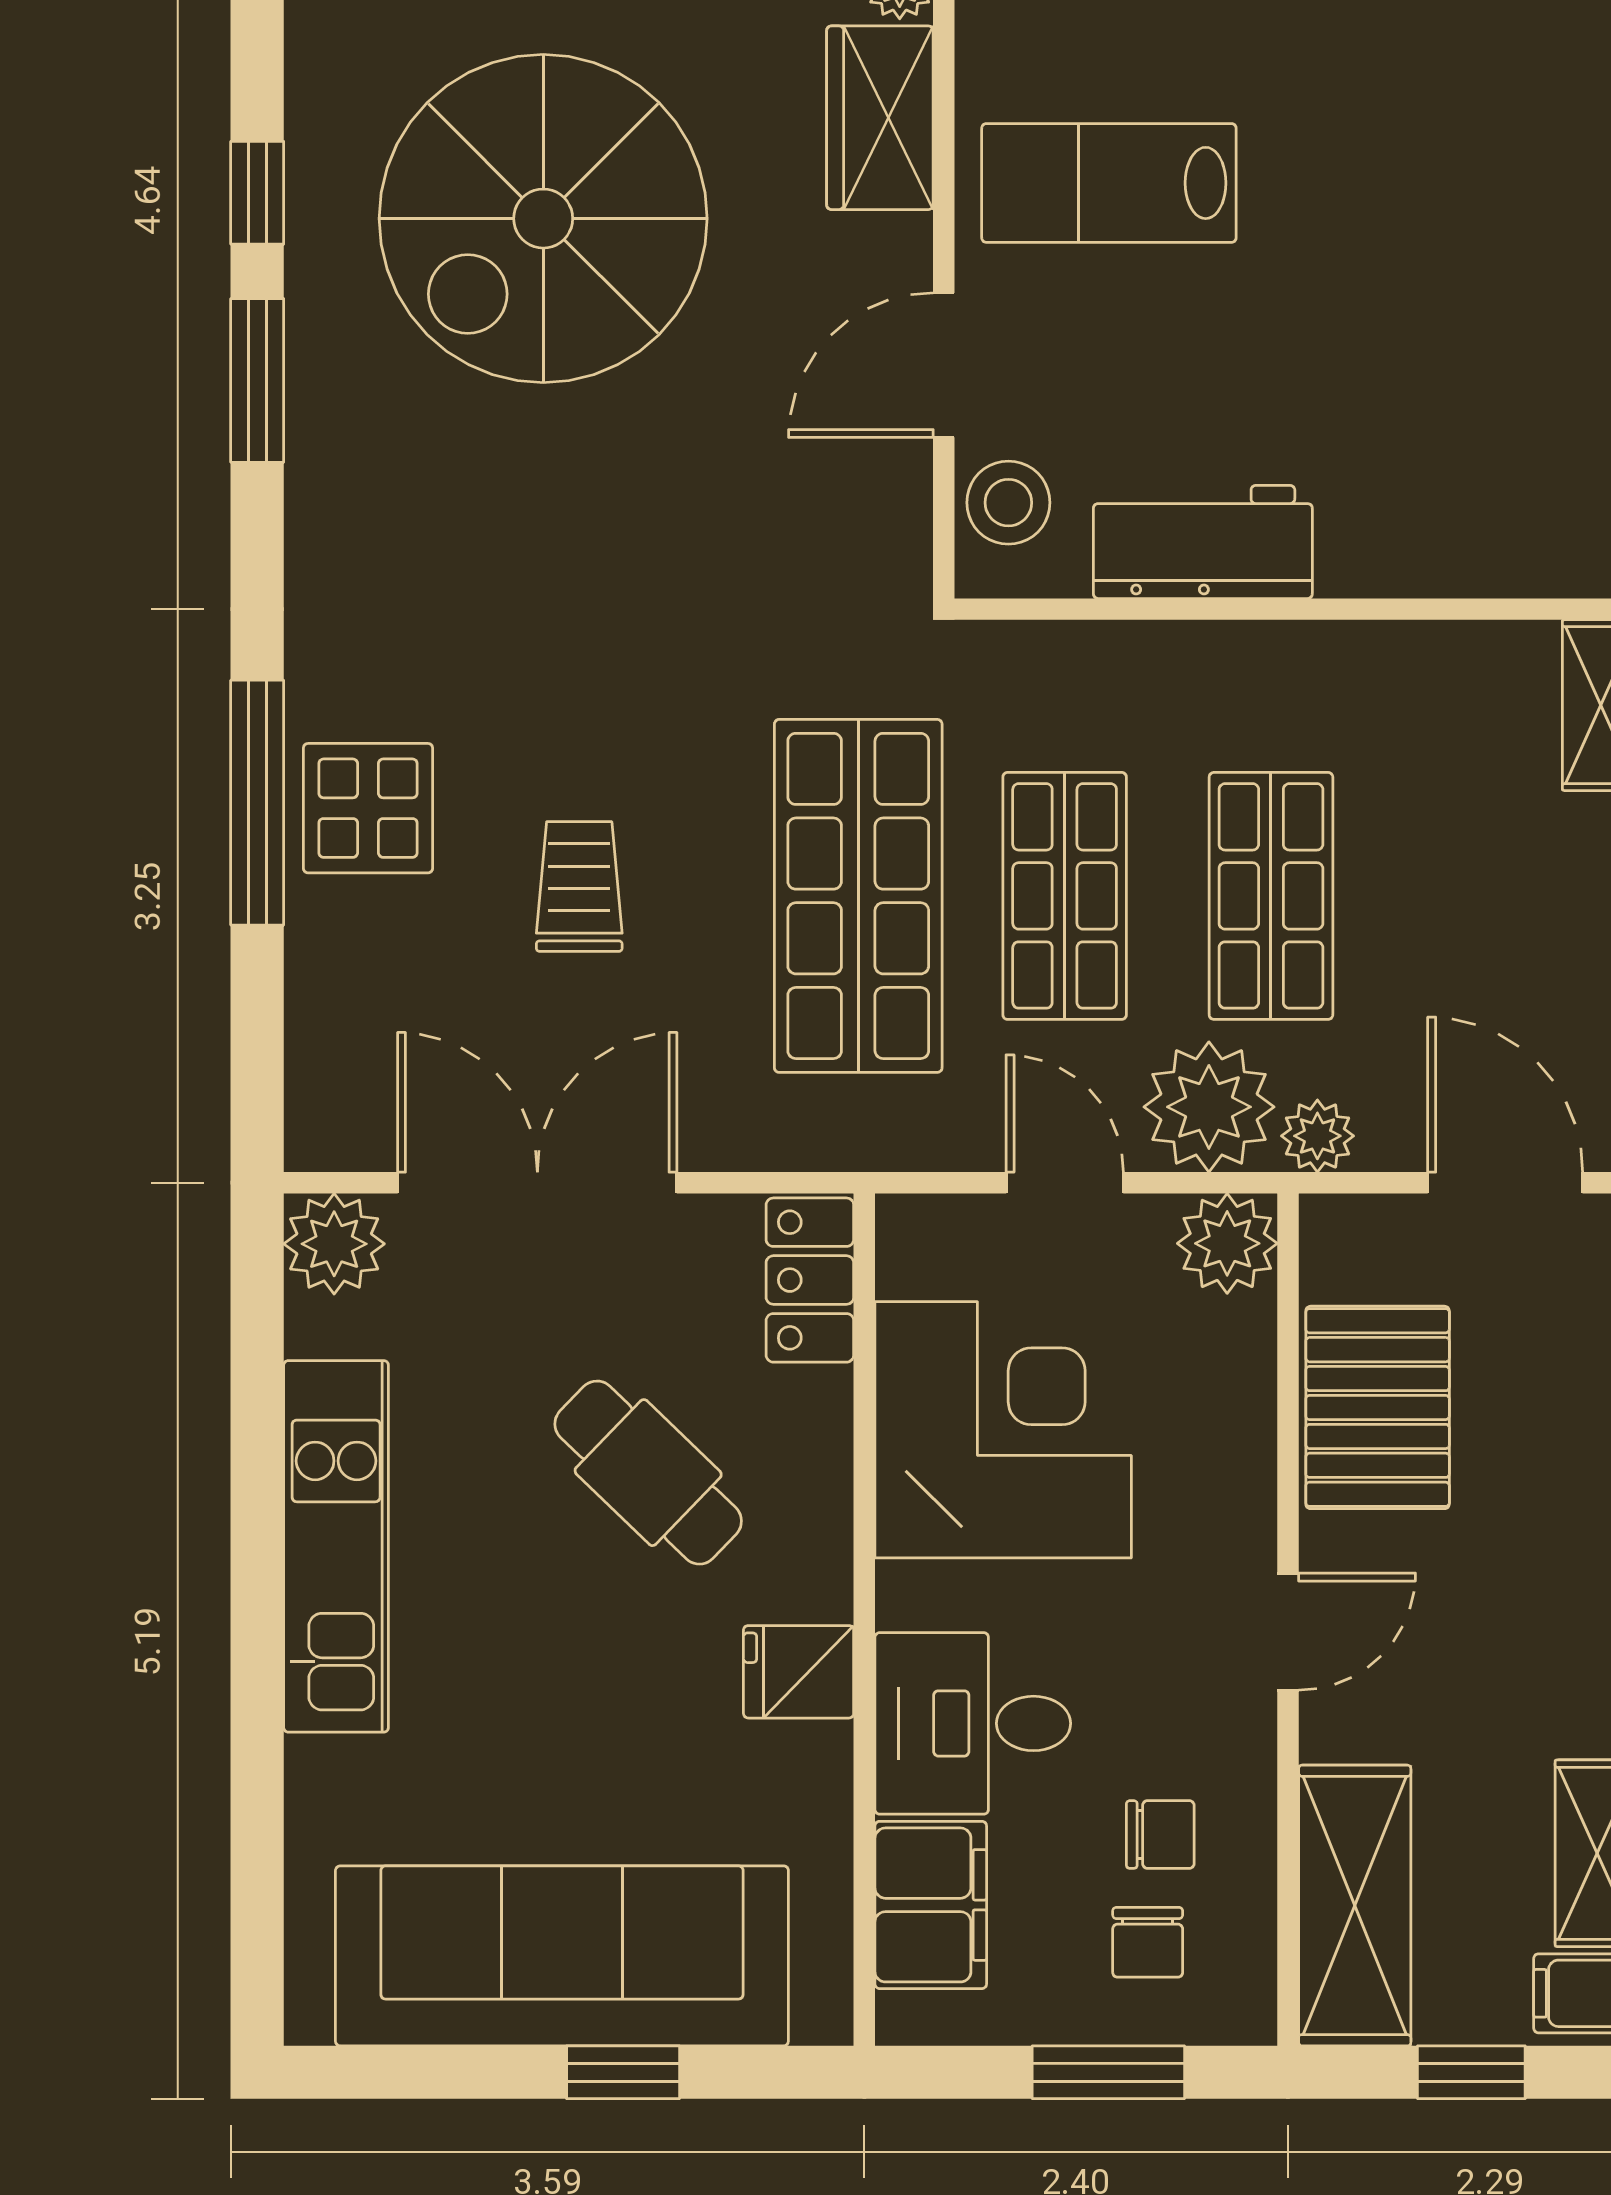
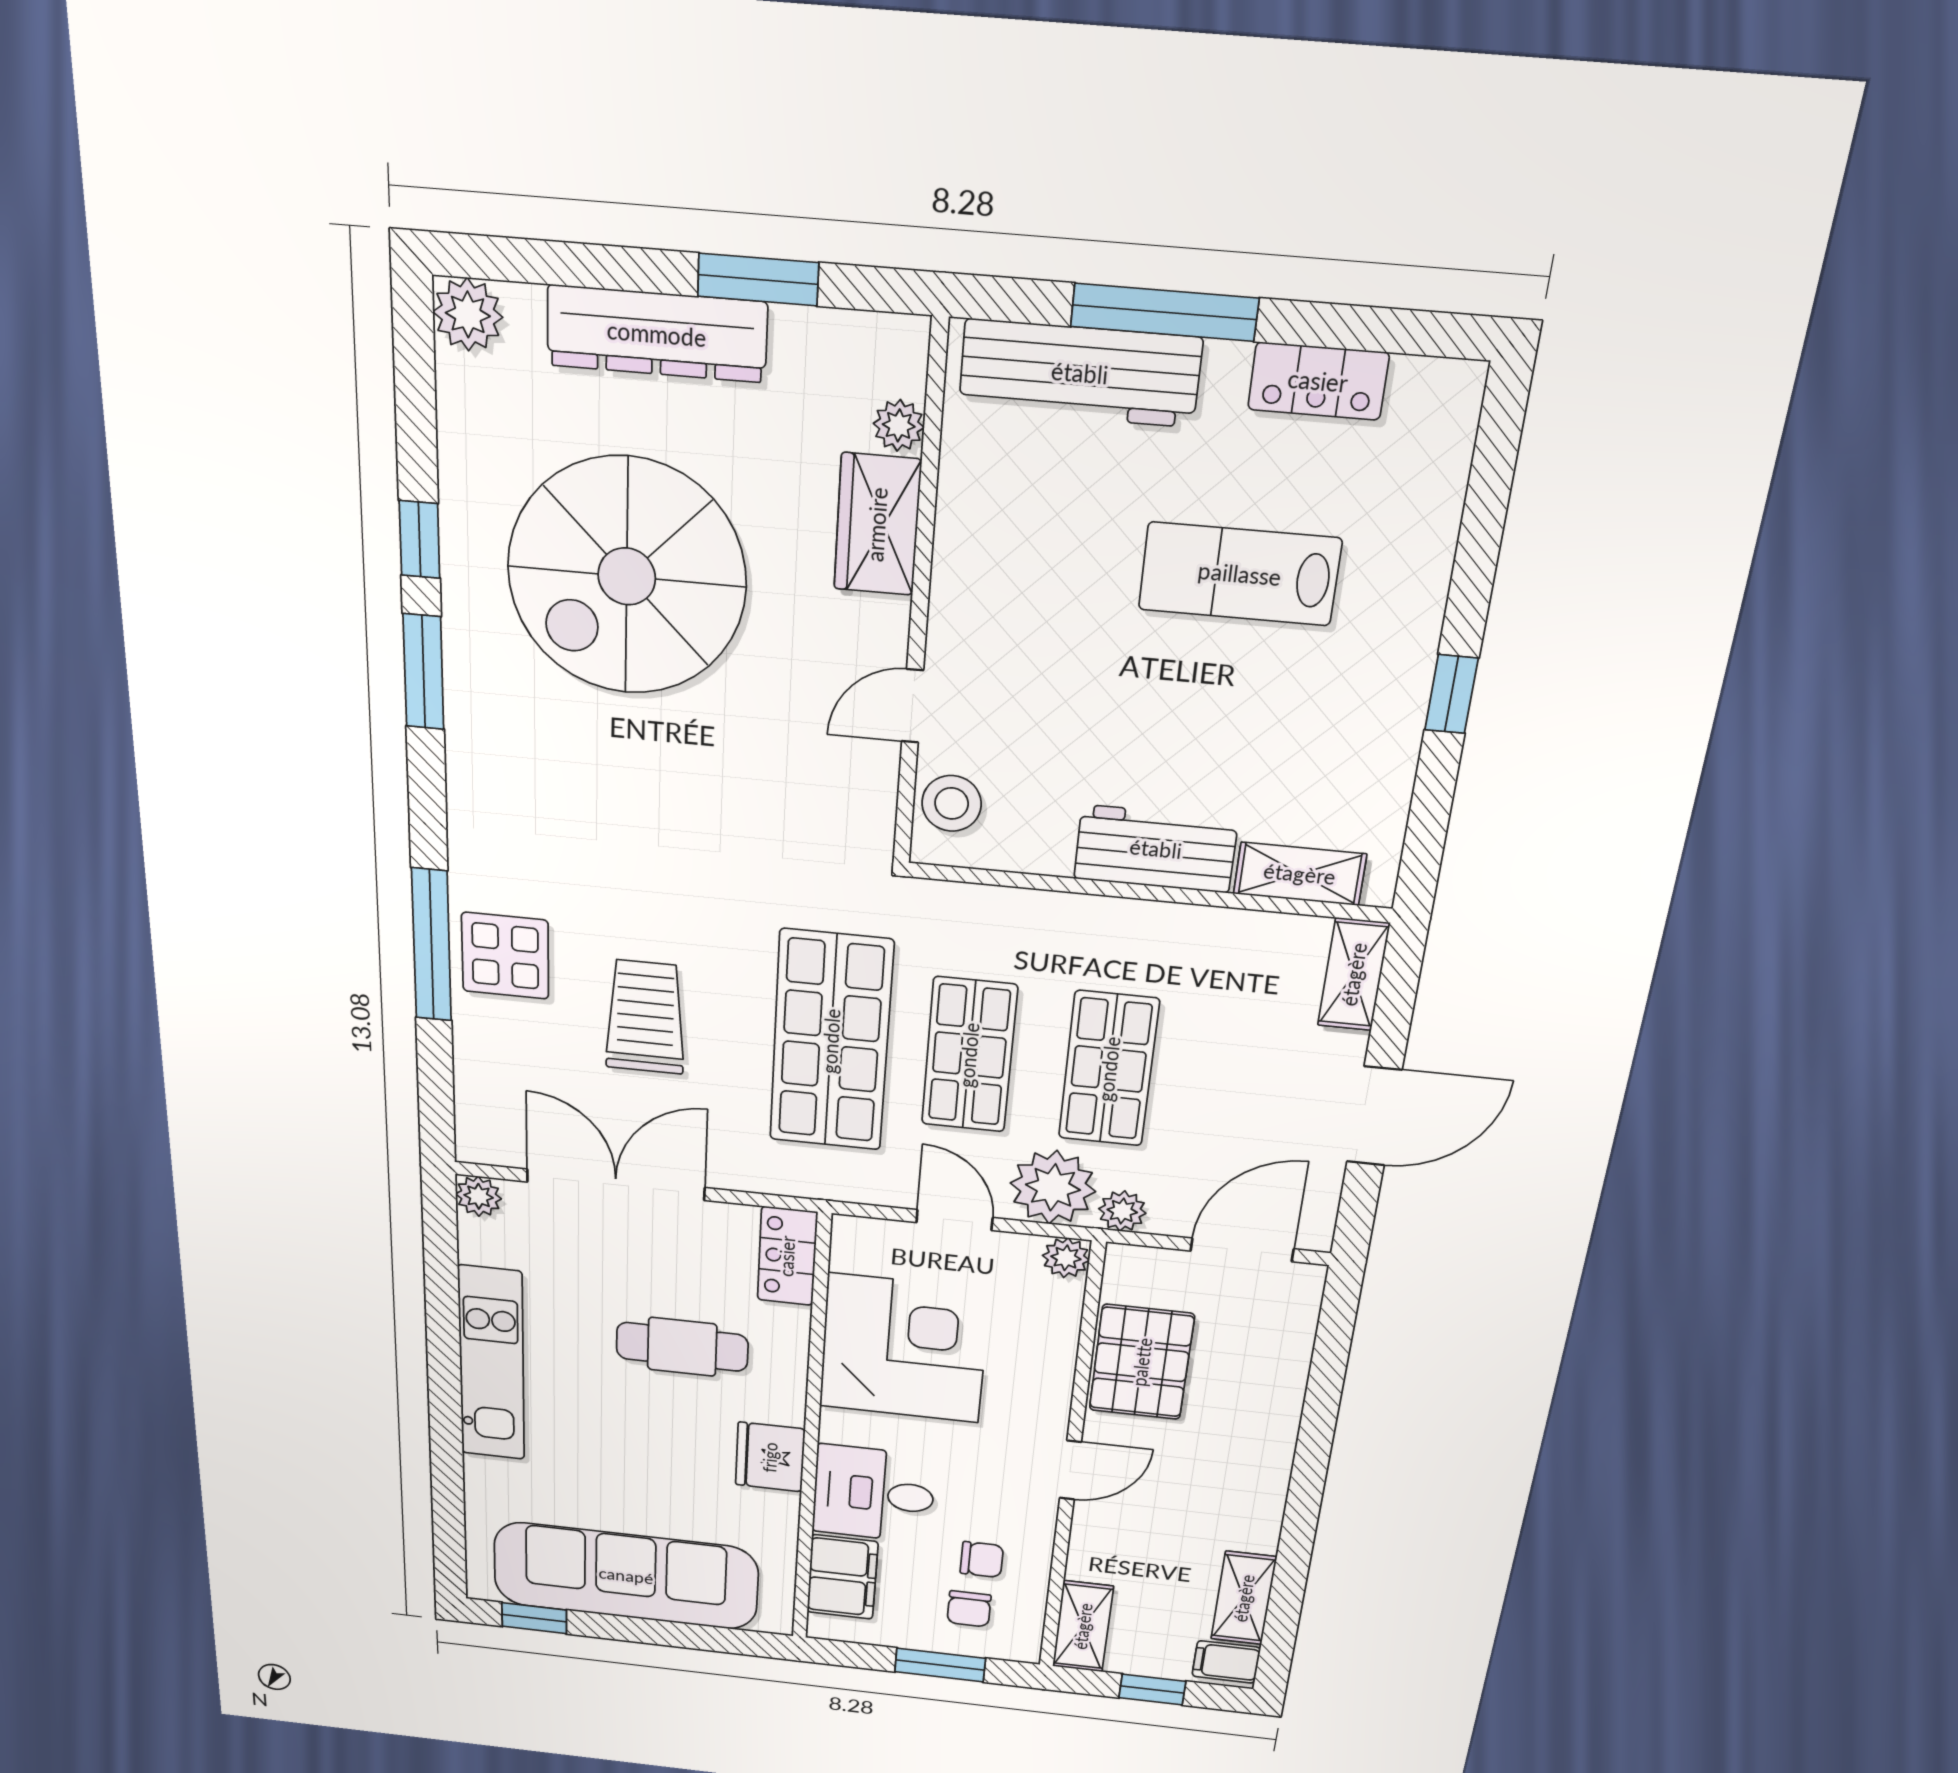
lab bench: (1109, 183) -> (1240, 574), moved
door: (944, 365) -> (912, 706), width x0.73
workbench: (1203, 542) -> (1156, 849), moved
shelving: (1503, 559) -> (1300, 874), added
trolley: (579, 887) -> (645, 1017), width x1.36, depth x1.39
door: (1505, 1183) -> (1242, 1250), hinge flipped
plant: (1227, 1243) -> (1066, 1258), width x0.73, depth x0.73
plant: (334, 1244) -> (479, 1196), width x0.73, depth x0.73
cafe table: (648, 1473) -> (682, 1347), turned -44
fridge: (799, 1672) -> (770, 1457), width x1.38
shelving: (1355, 1905) -> (1083, 1626), width x0.67, depth x0.75
window: (623, 2072) -> (534, 1618), moved

